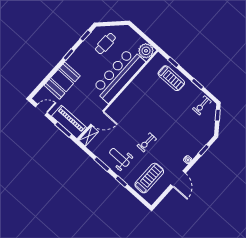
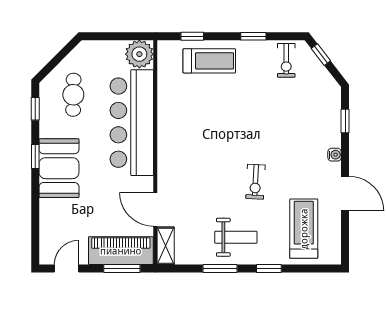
booth: (62, 81) -> (59, 168), moved
door: (97, 118) -> (155, 209), swing flipped
weight bench: (119, 157) -> (236, 237), turned 180

